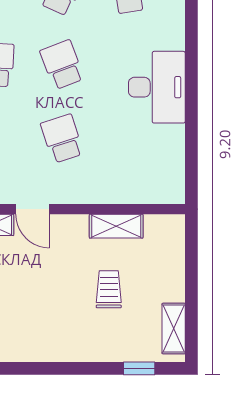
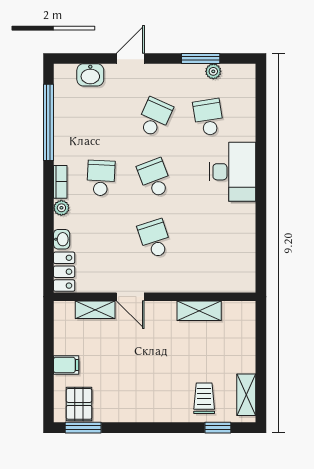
desk: (157, 87) -> (233, 172), moved
trolley: (109, 289) -> (204, 398), moved

